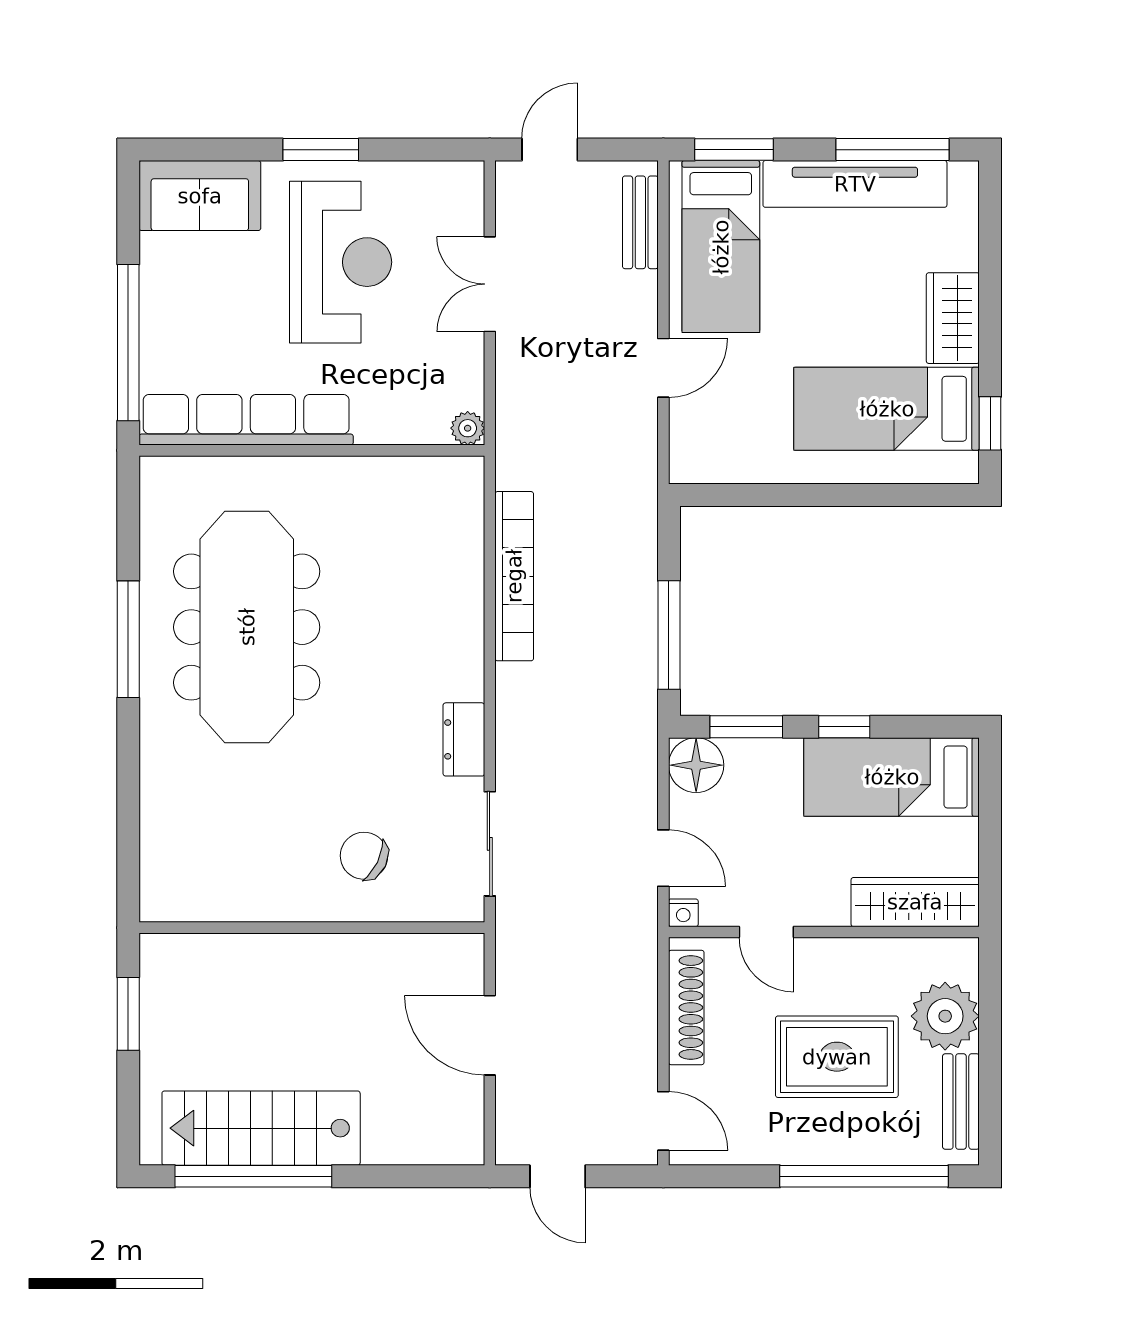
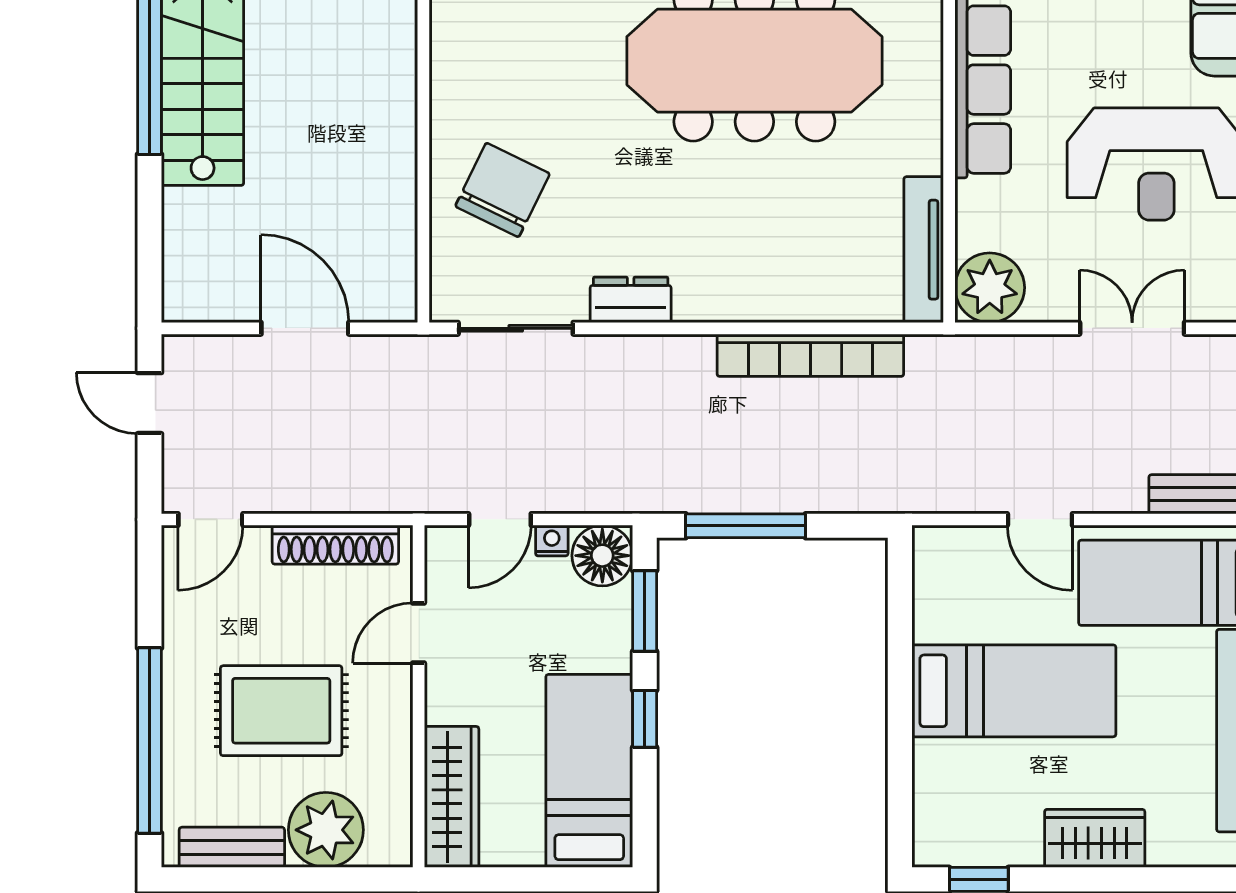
bed: (887, 409) -> (1014, 691), moved, turned 90
plant: (468, 428) -> (990, 288), width x1.88, depth x1.88
tv unit: (418, 473) -> (924, 250), added
chair: (364, 856) -> (503, 190), width x1.37, depth x1.37
nightstand: (683, 913) -> (552, 541), moved, turned 90
door: (490, 1035) -> (305, 328), hinge flipped
rug: (837, 1057) -> (281, 711), turned 90
door: (558, 1176) -> (149, 403), hinge flipped

